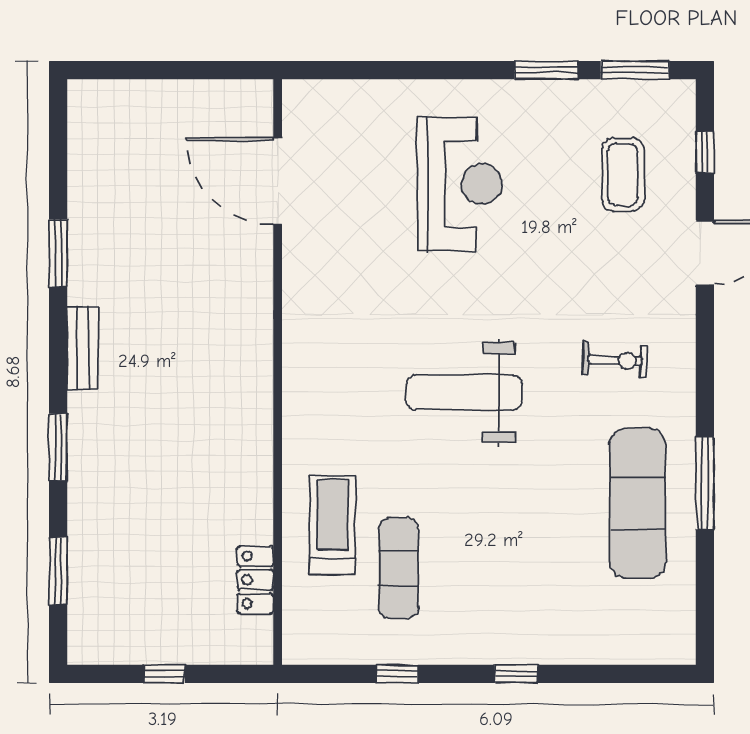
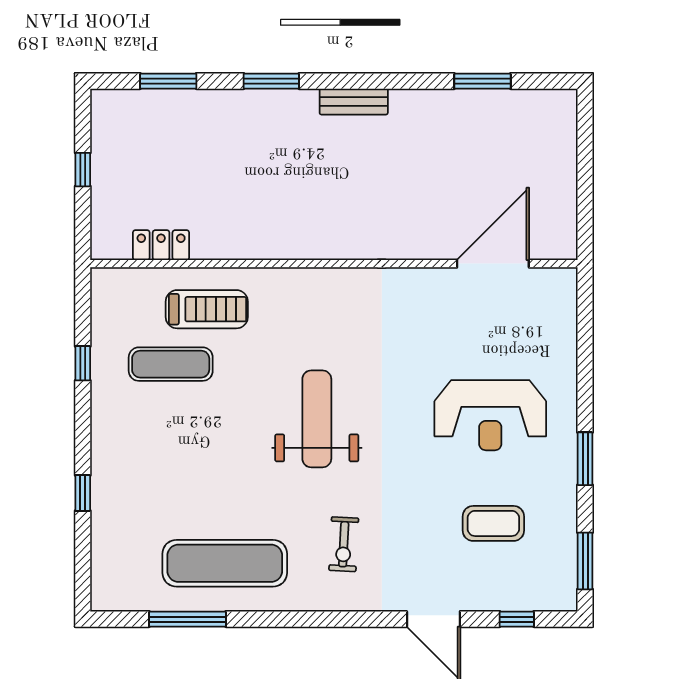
window: (546, 70) -> (585, 459), moved
coffee table: (623, 175) -> (493, 523), moved
window: (58, 253) -> (482, 81), moved
window: (705, 483) -> (187, 619), moved
window: (516, 674) -> (83, 493), moved

